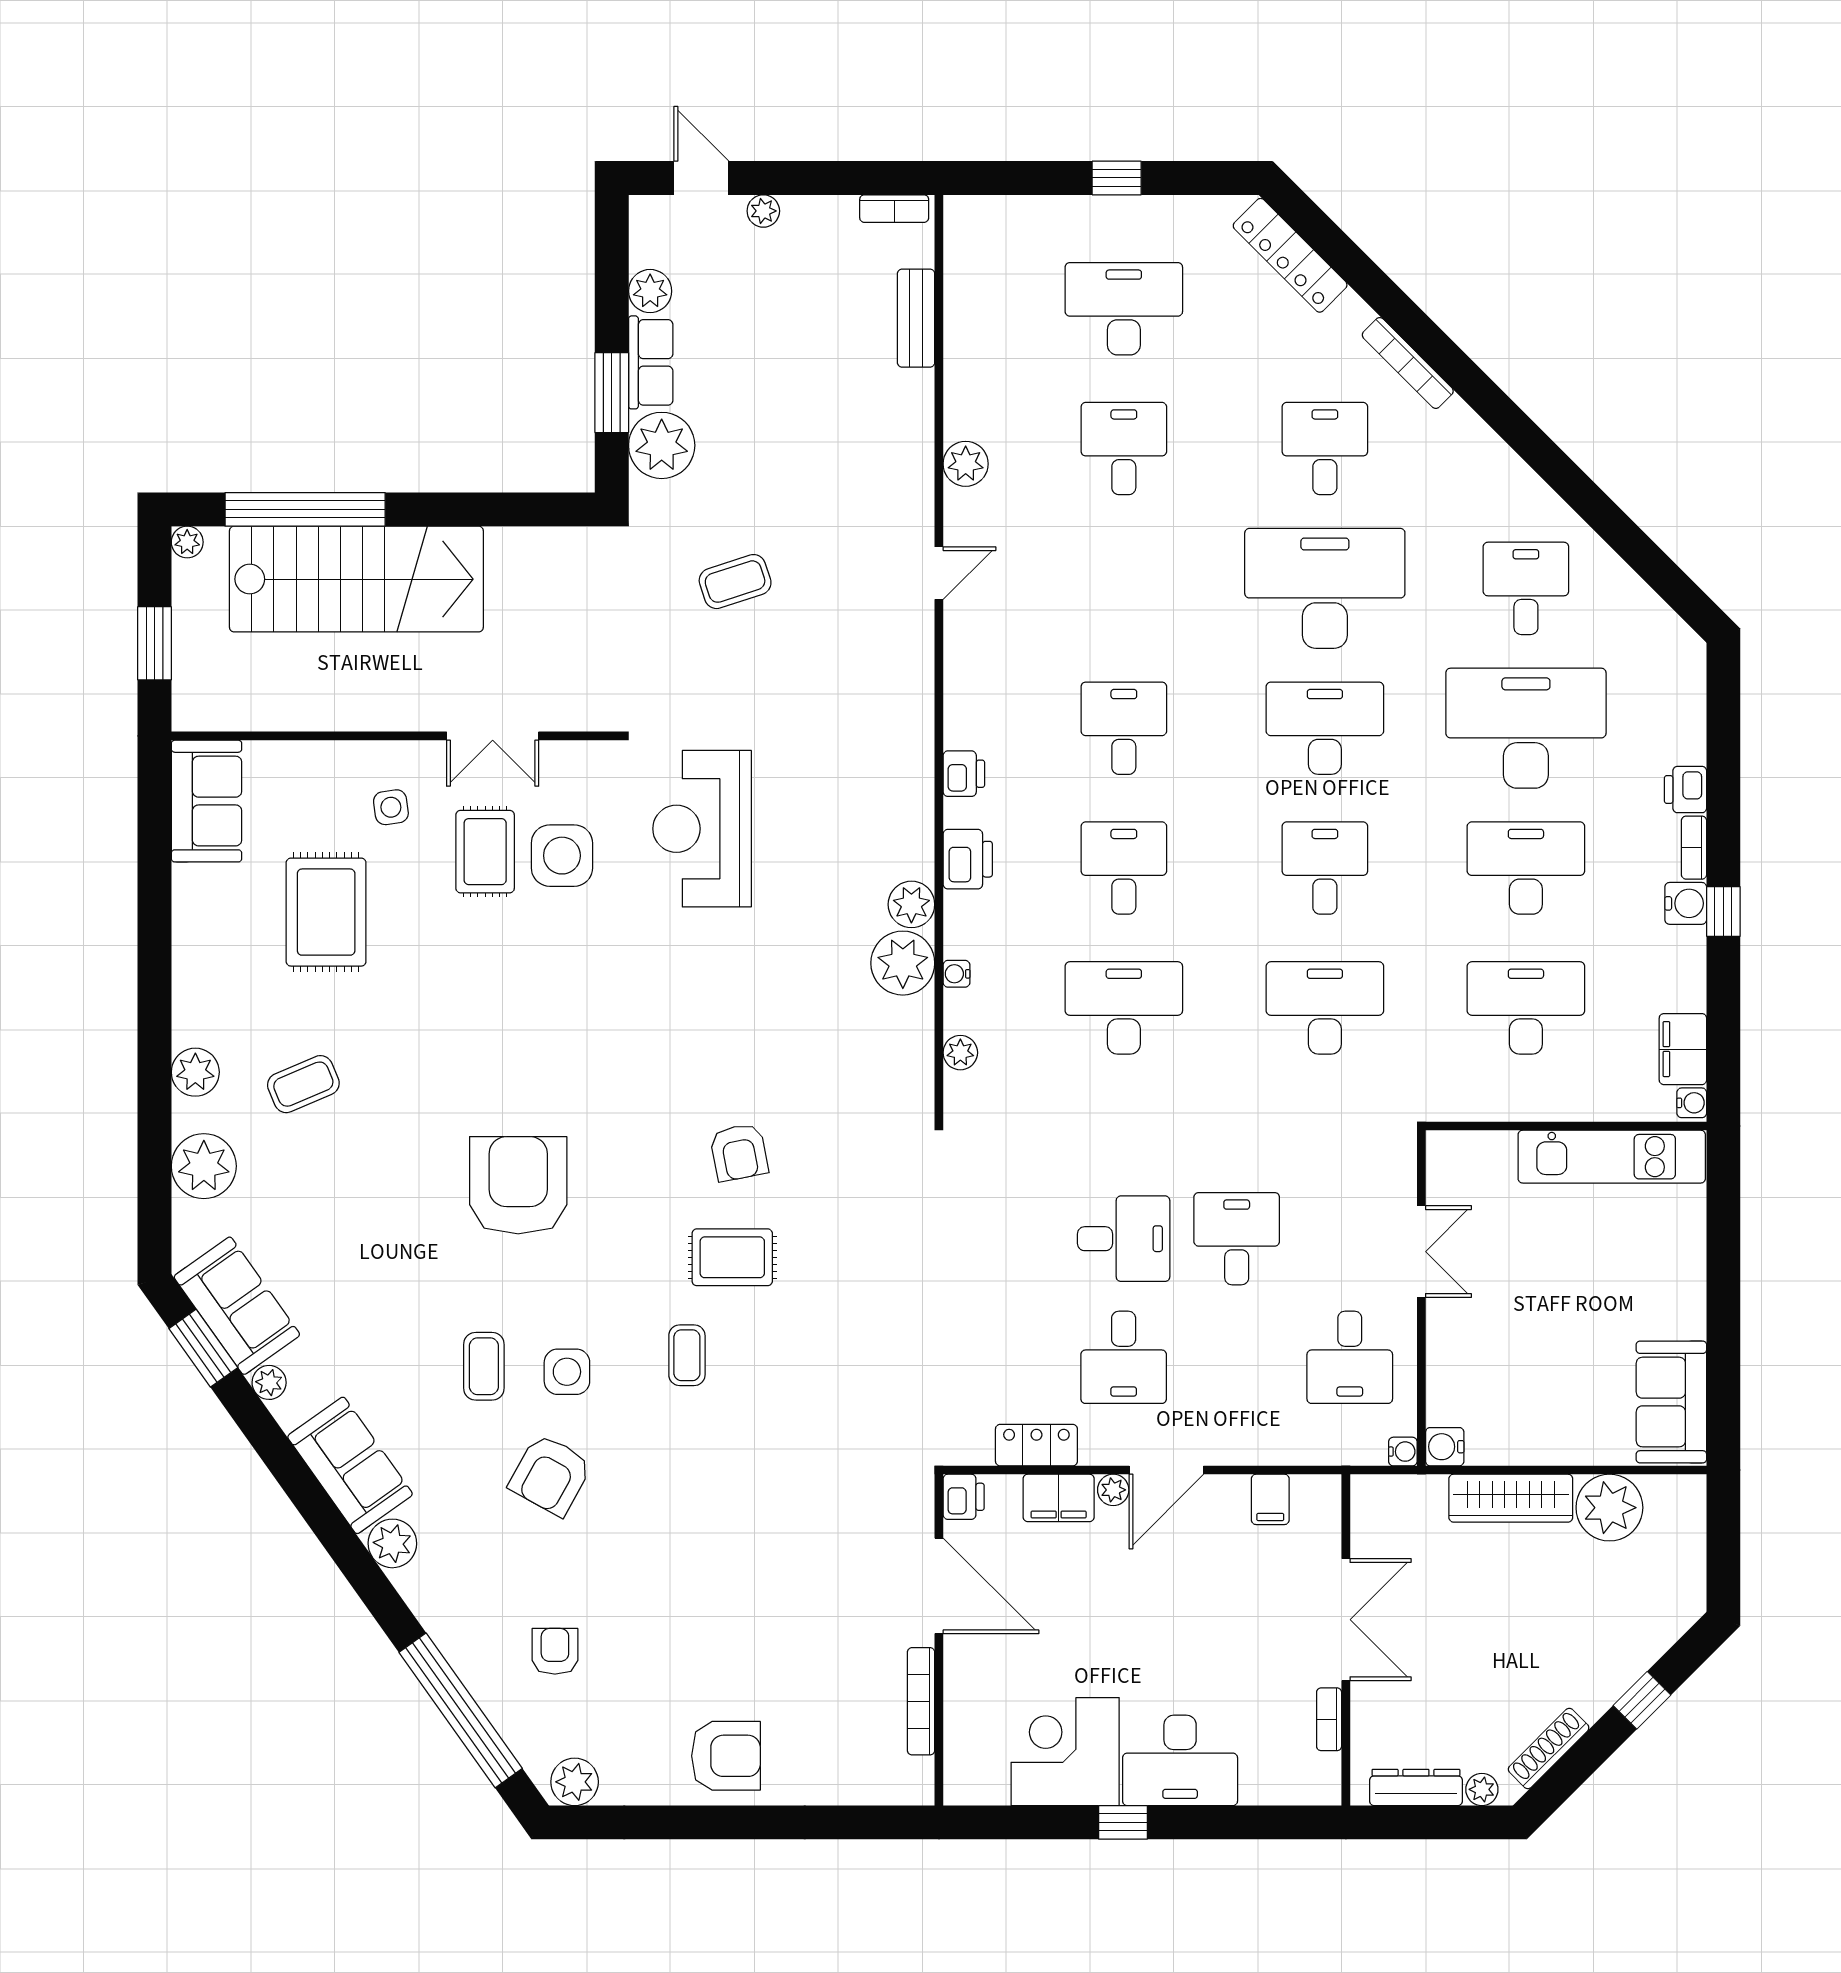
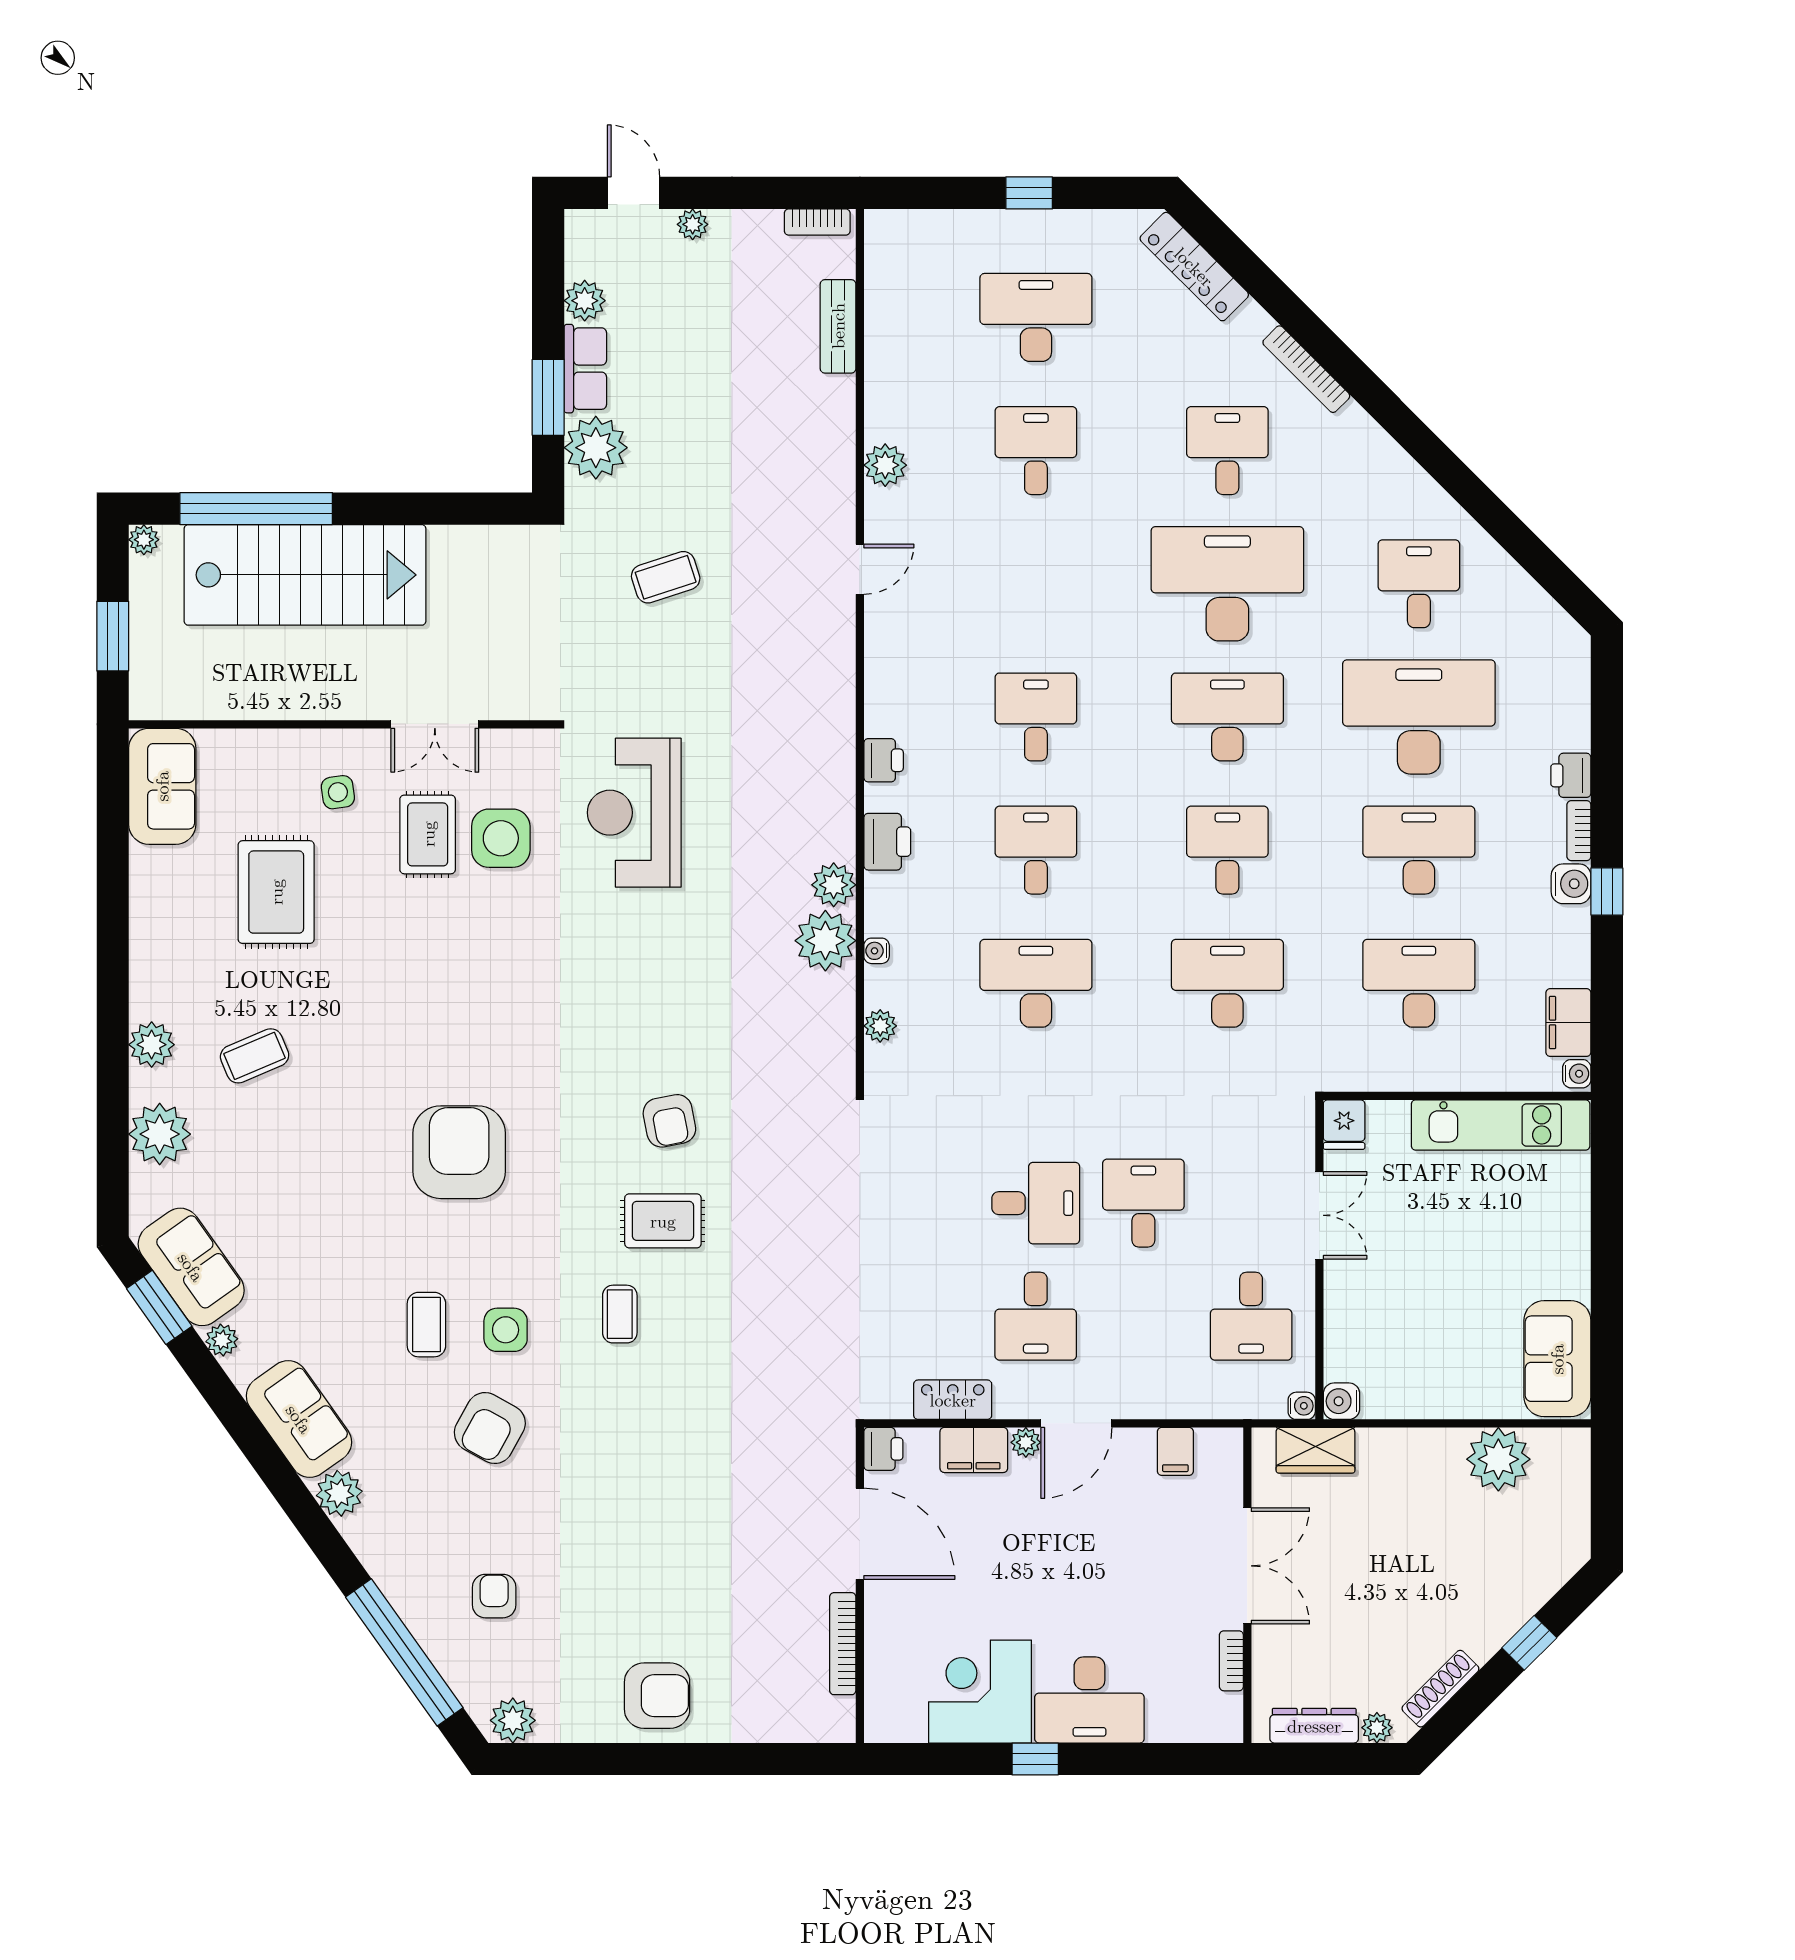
fridge: (1447, 1156) -> (1344, 1125), added
wardrobe: (1511, 1498) -> (1315, 1450), moved, width x0.67

